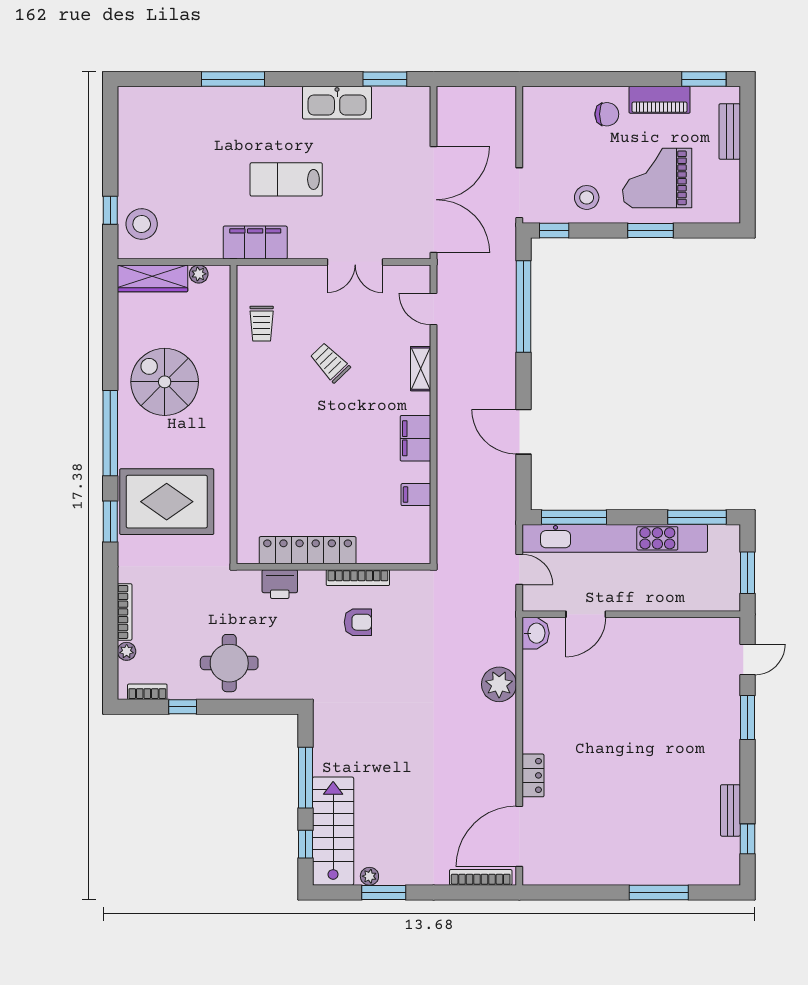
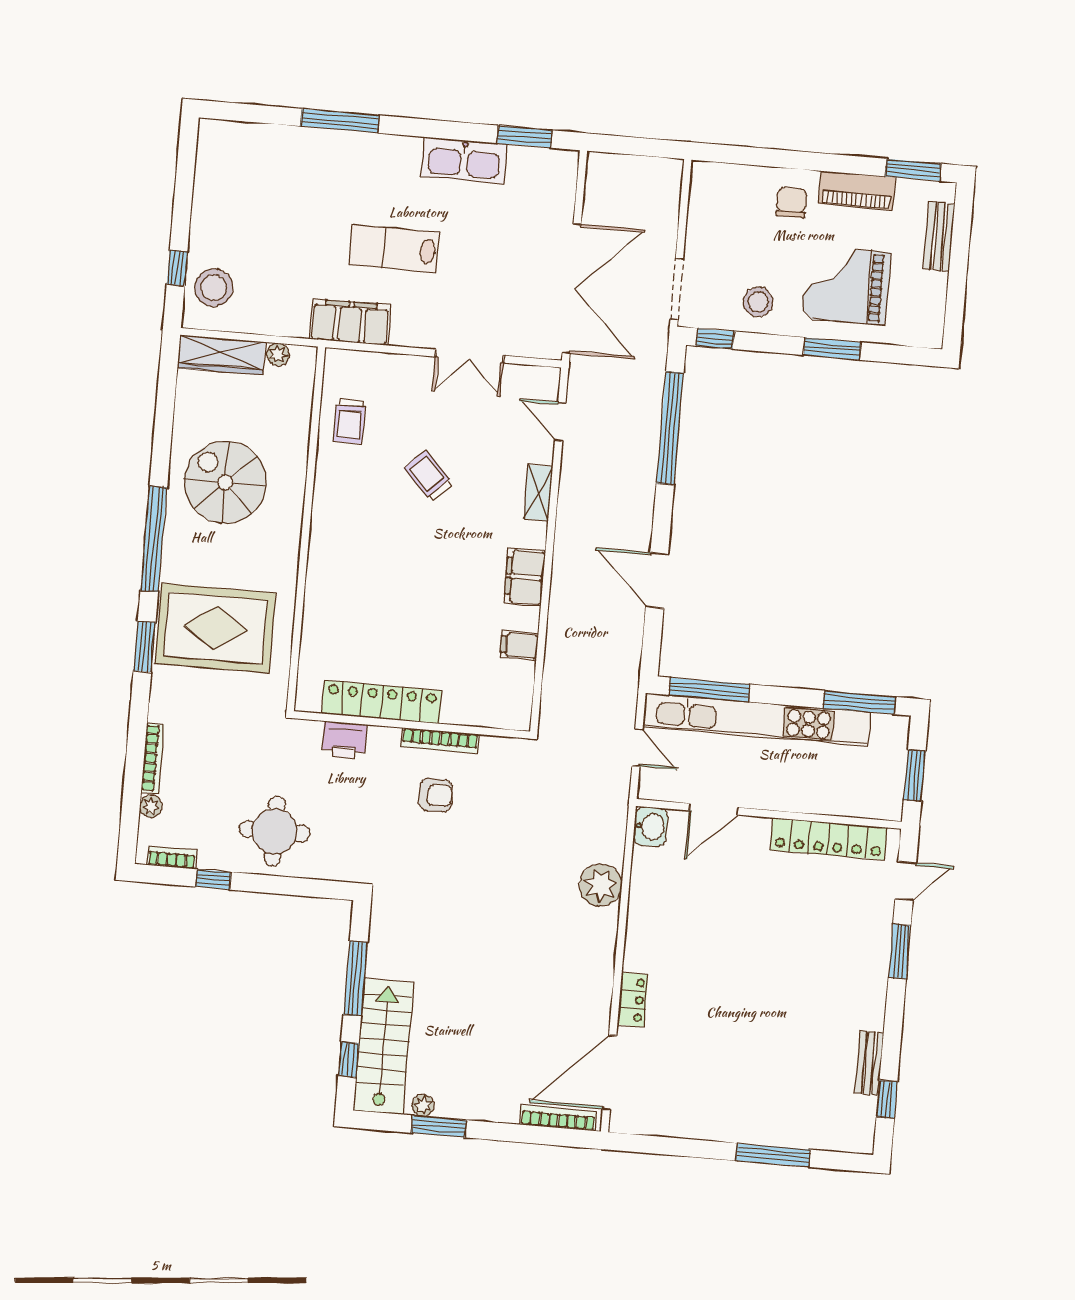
chair: (607, 114) -> (791, 203), turned -90
locker: (682, 630) -> (829, 839), added

